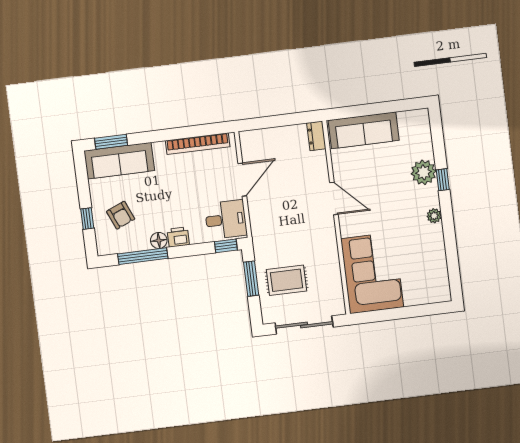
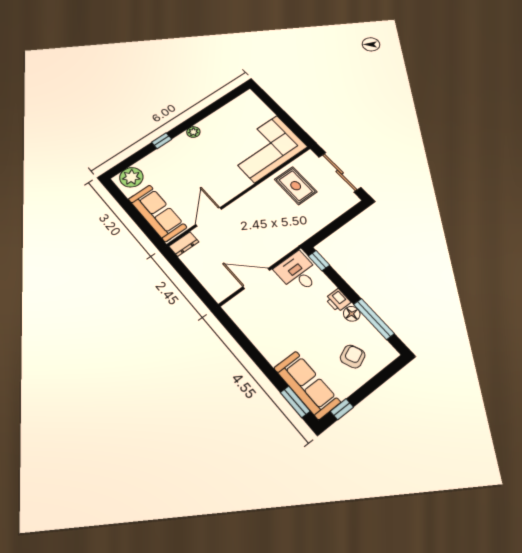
bookcase: (198, 144) -> (250, 330), removed
plant: (424, 172) -> (131, 177), moved
door: (334, 198) -> (209, 217), moved
window: (87, 219) -> (342, 409), moved
window: (251, 279) -> (332, 228), removed
rug: (287, 280) -> (296, 186), moved

